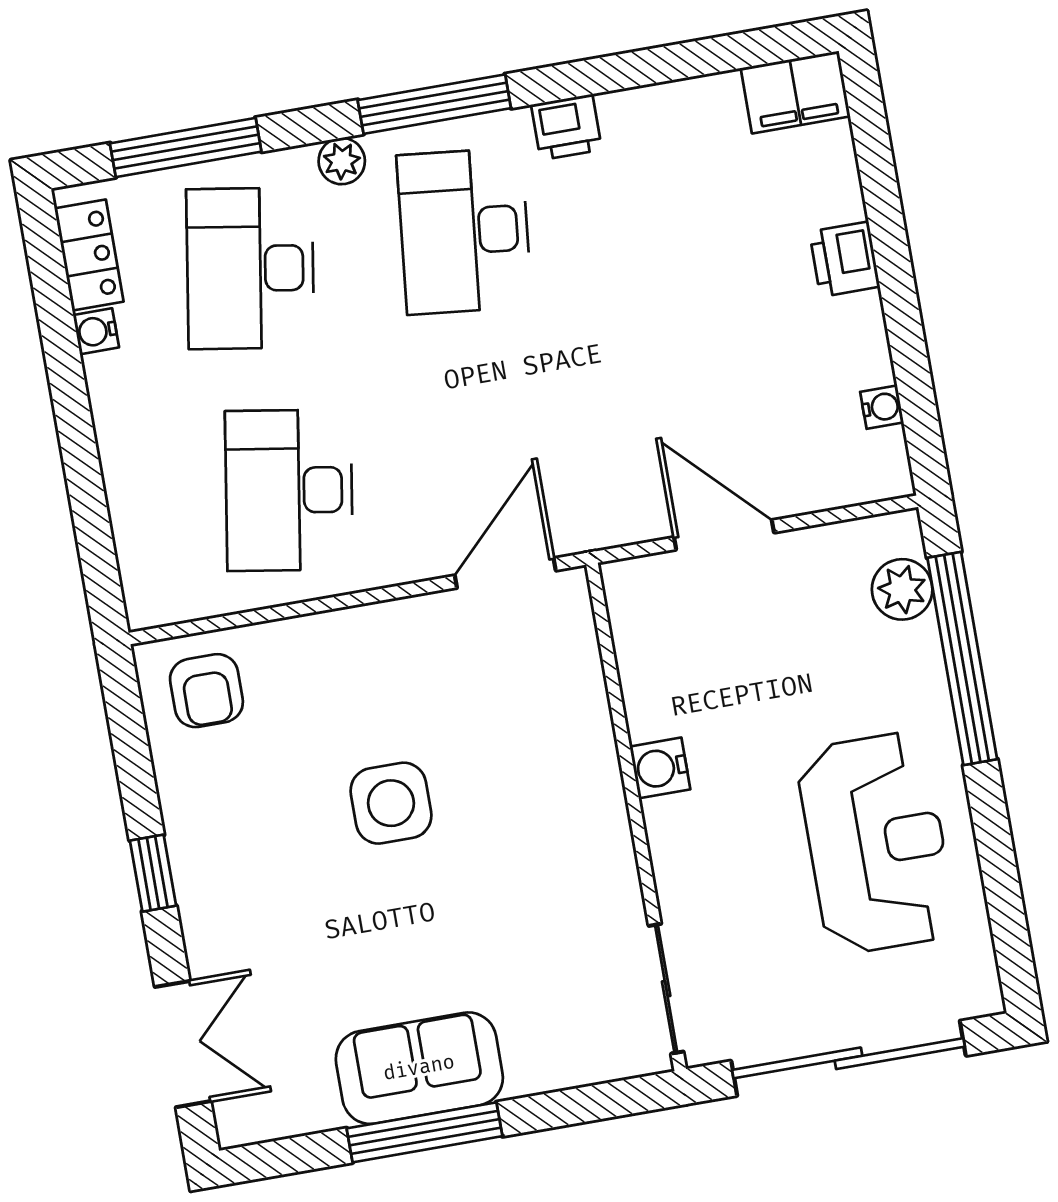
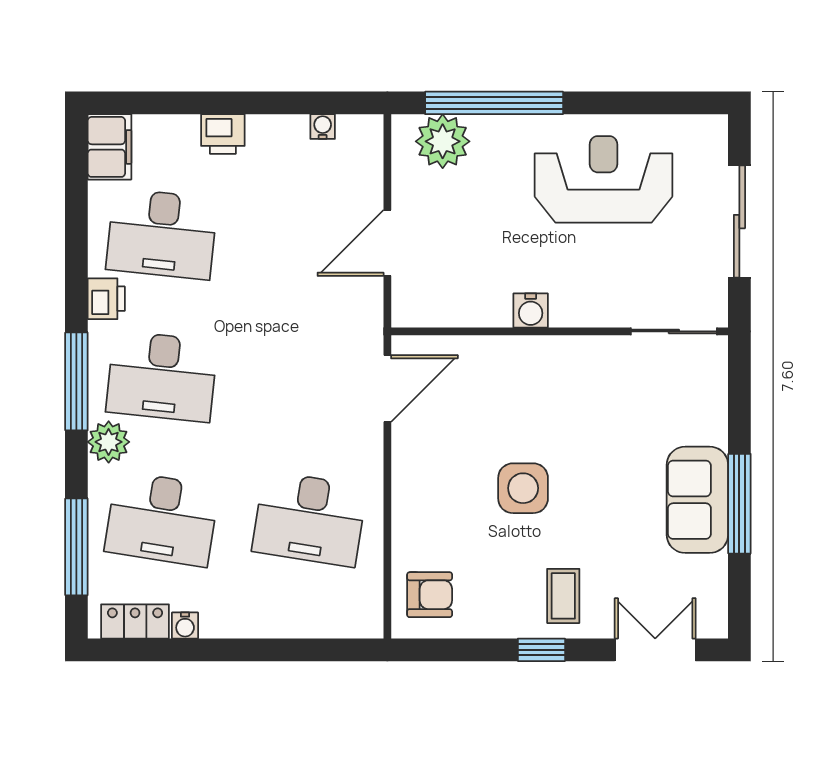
plant: (342, 161) -> (109, 442), width x1.38, depth x1.38
desk: (678, 194) -> (162, 234), added
door: (505, 573) -> (387, 388), swing flipped
plant: (902, 589) -> (443, 141), width x1.36, depth x1.36
coffee table: (240, 892) -> (563, 596), added
sliding door: (848, 1058) -> (739, 222), width x0.73

